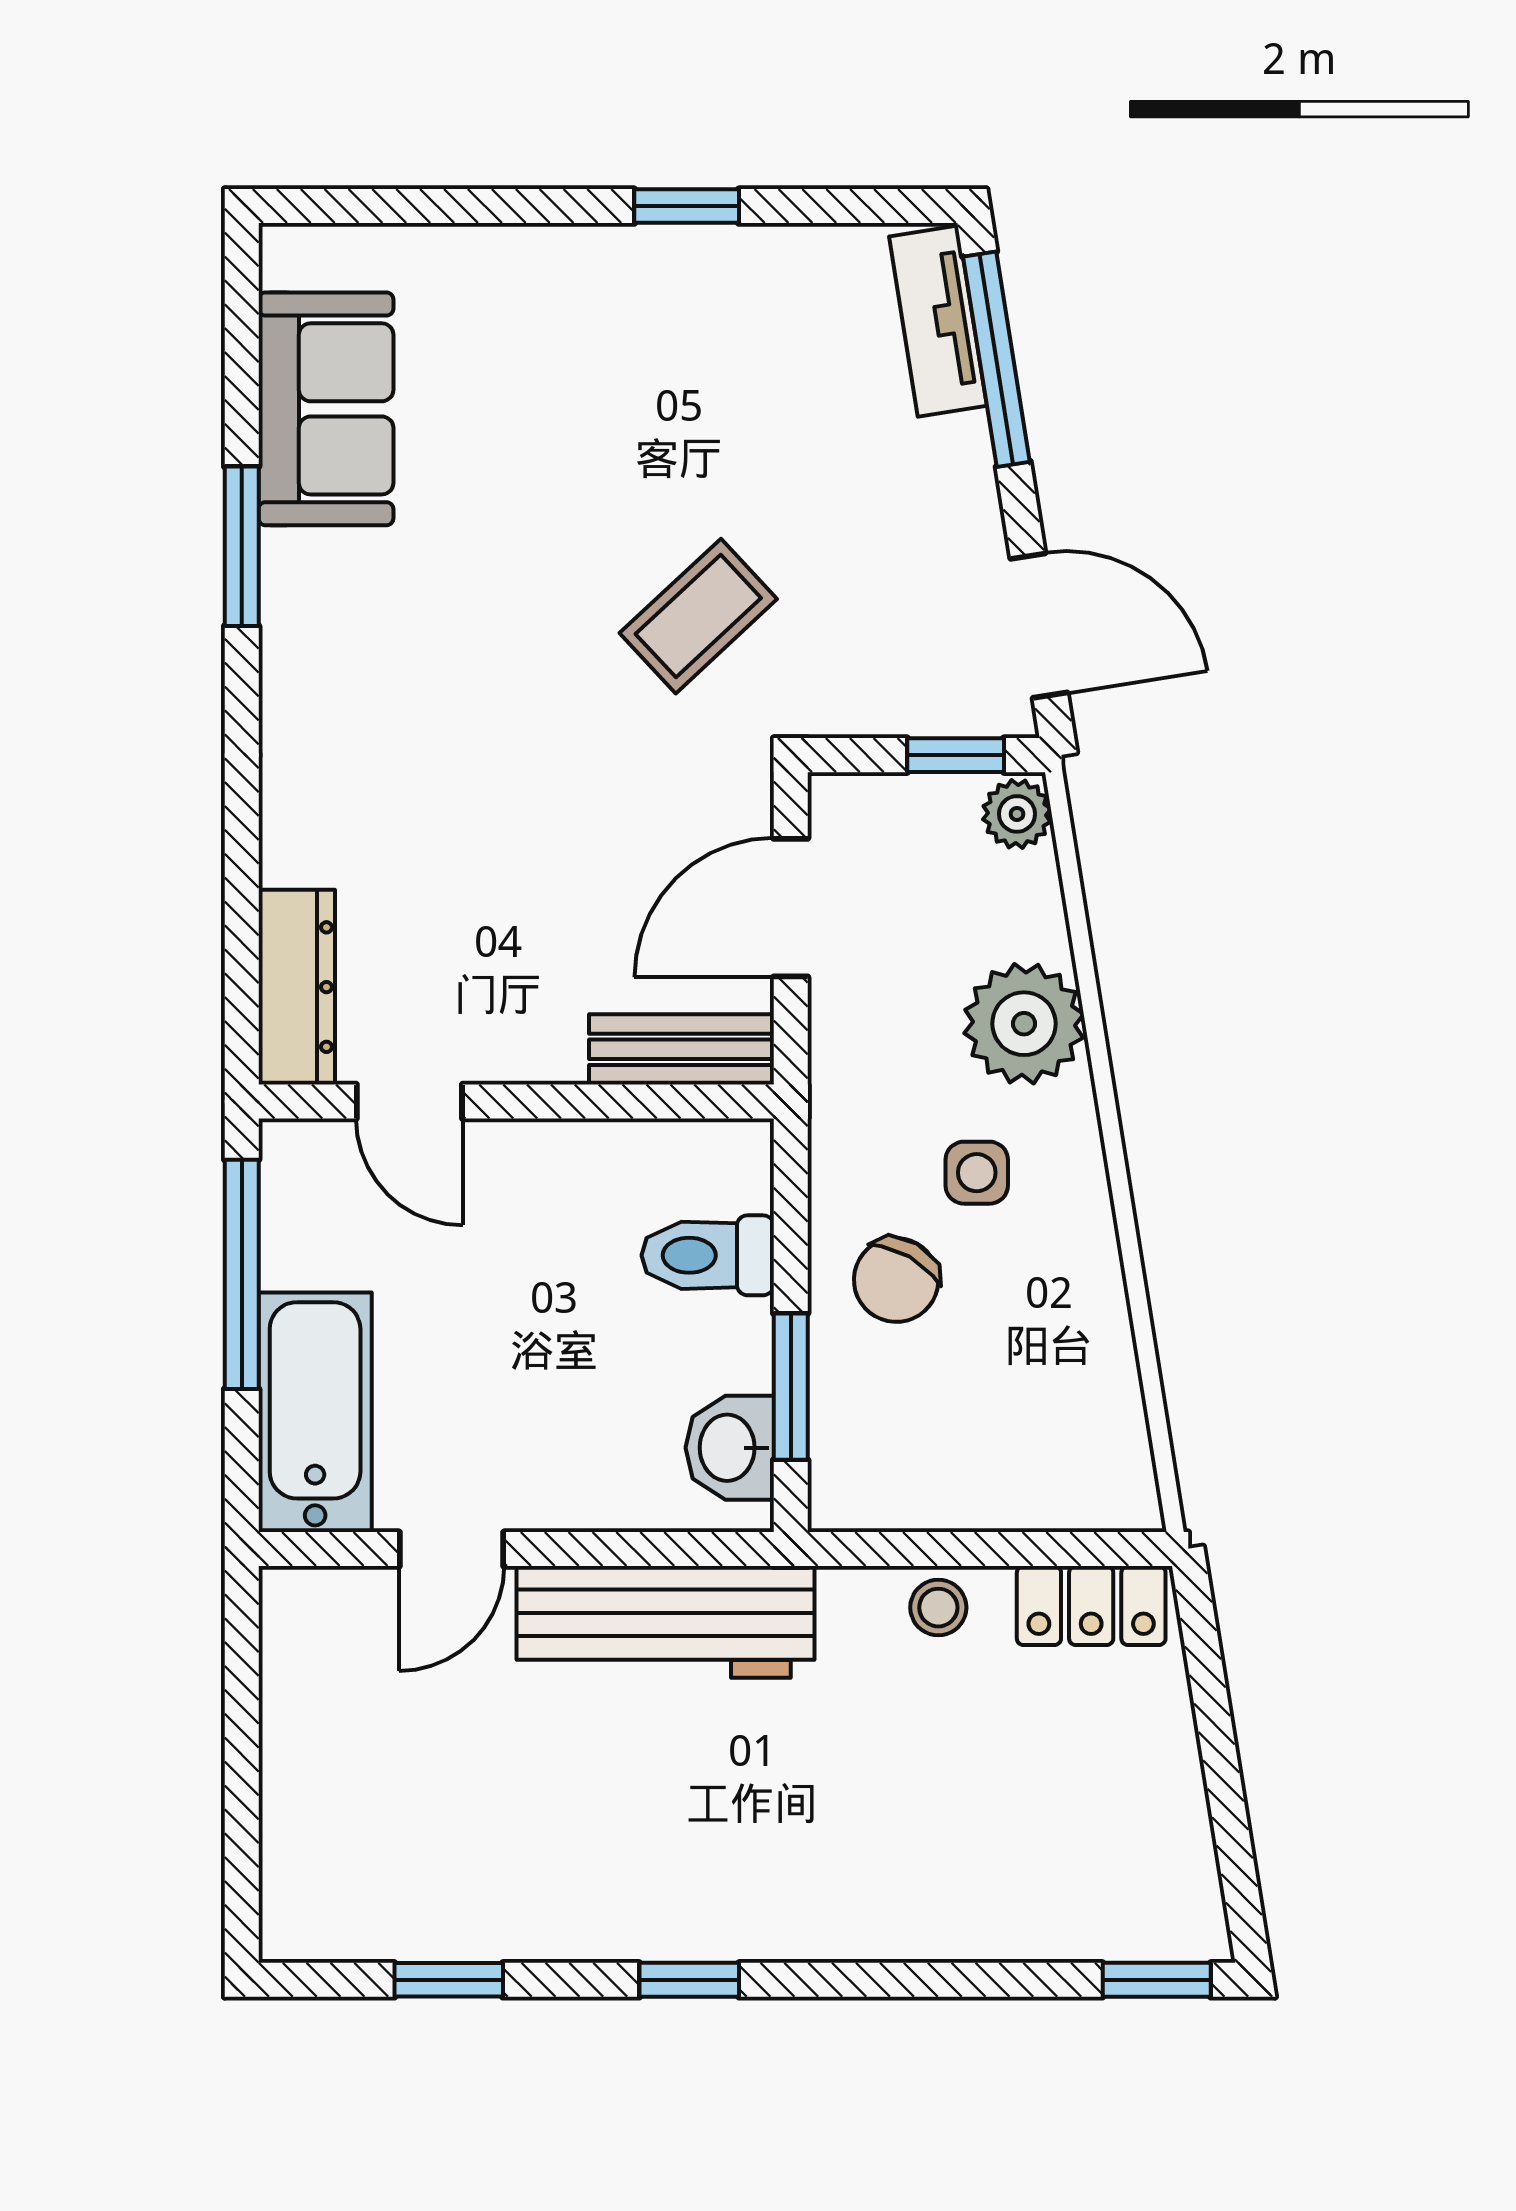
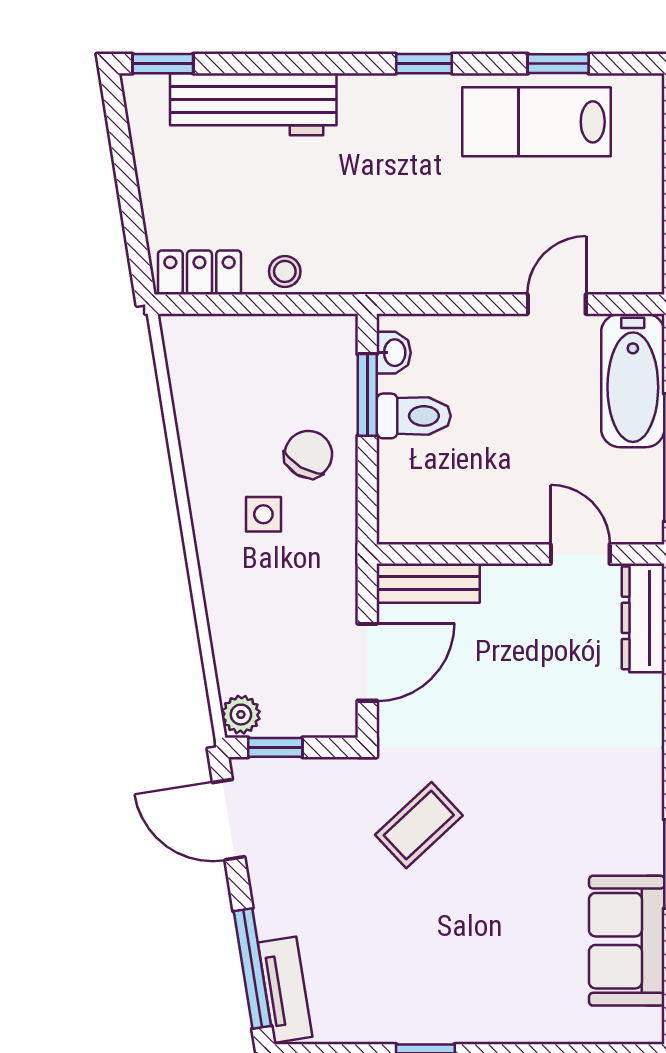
plant: (1024, 1024) -> (237, 597), removed
toilet: (708, 1255) -> (414, 416), moved
washbasin: (730, 1448) -> (394, 353), width x0.72, depth x0.69
workbench: (666, 1622) -> (253, 104), moved, turned 180
lab bench: (488, 1876) -> (536, 122), added

